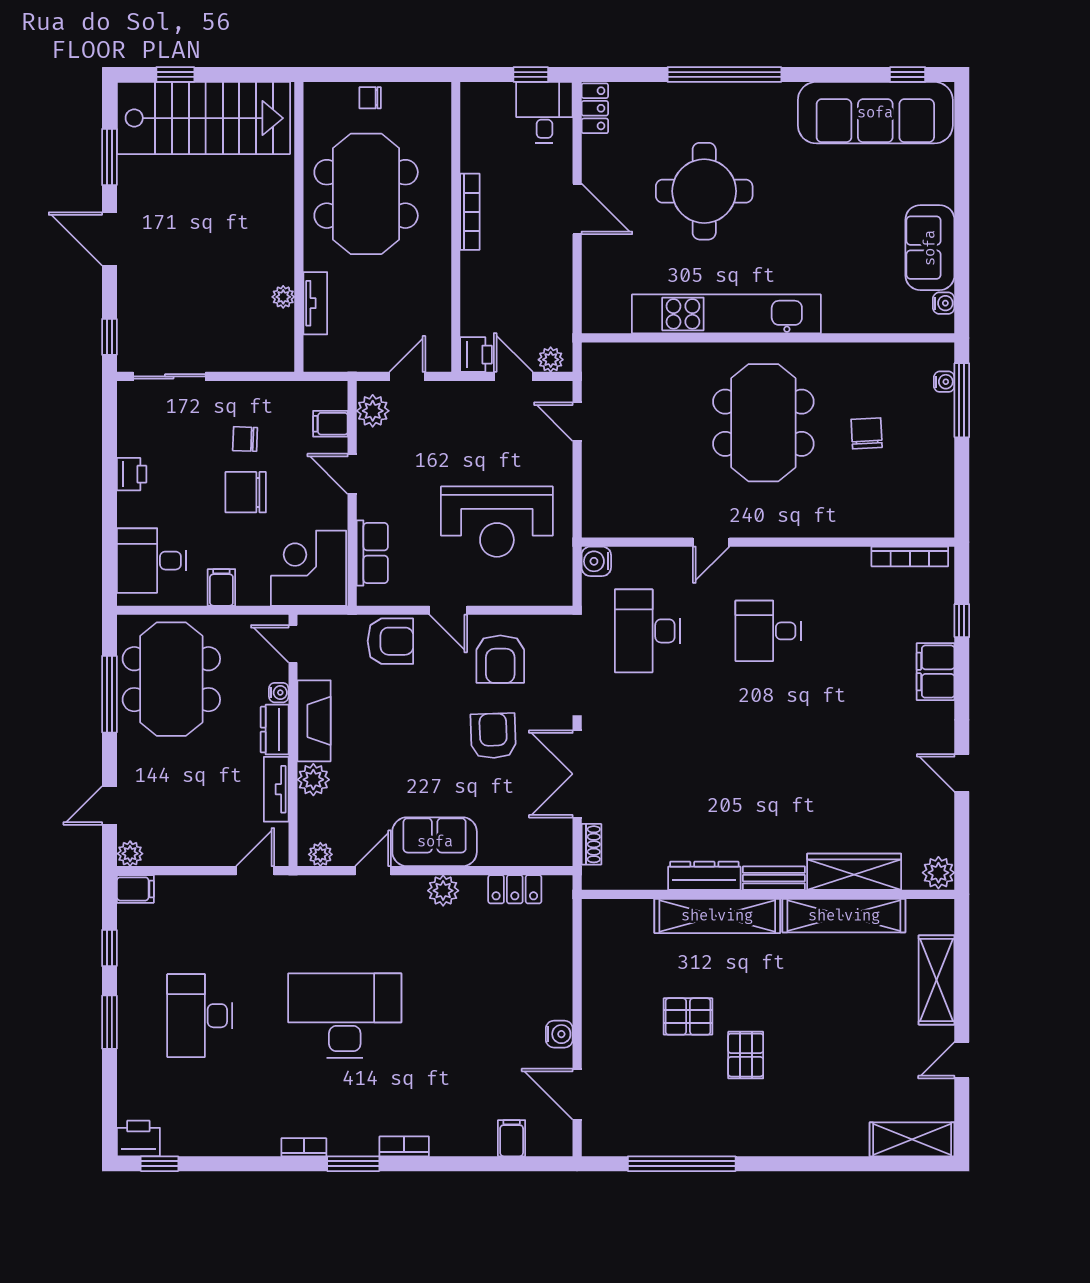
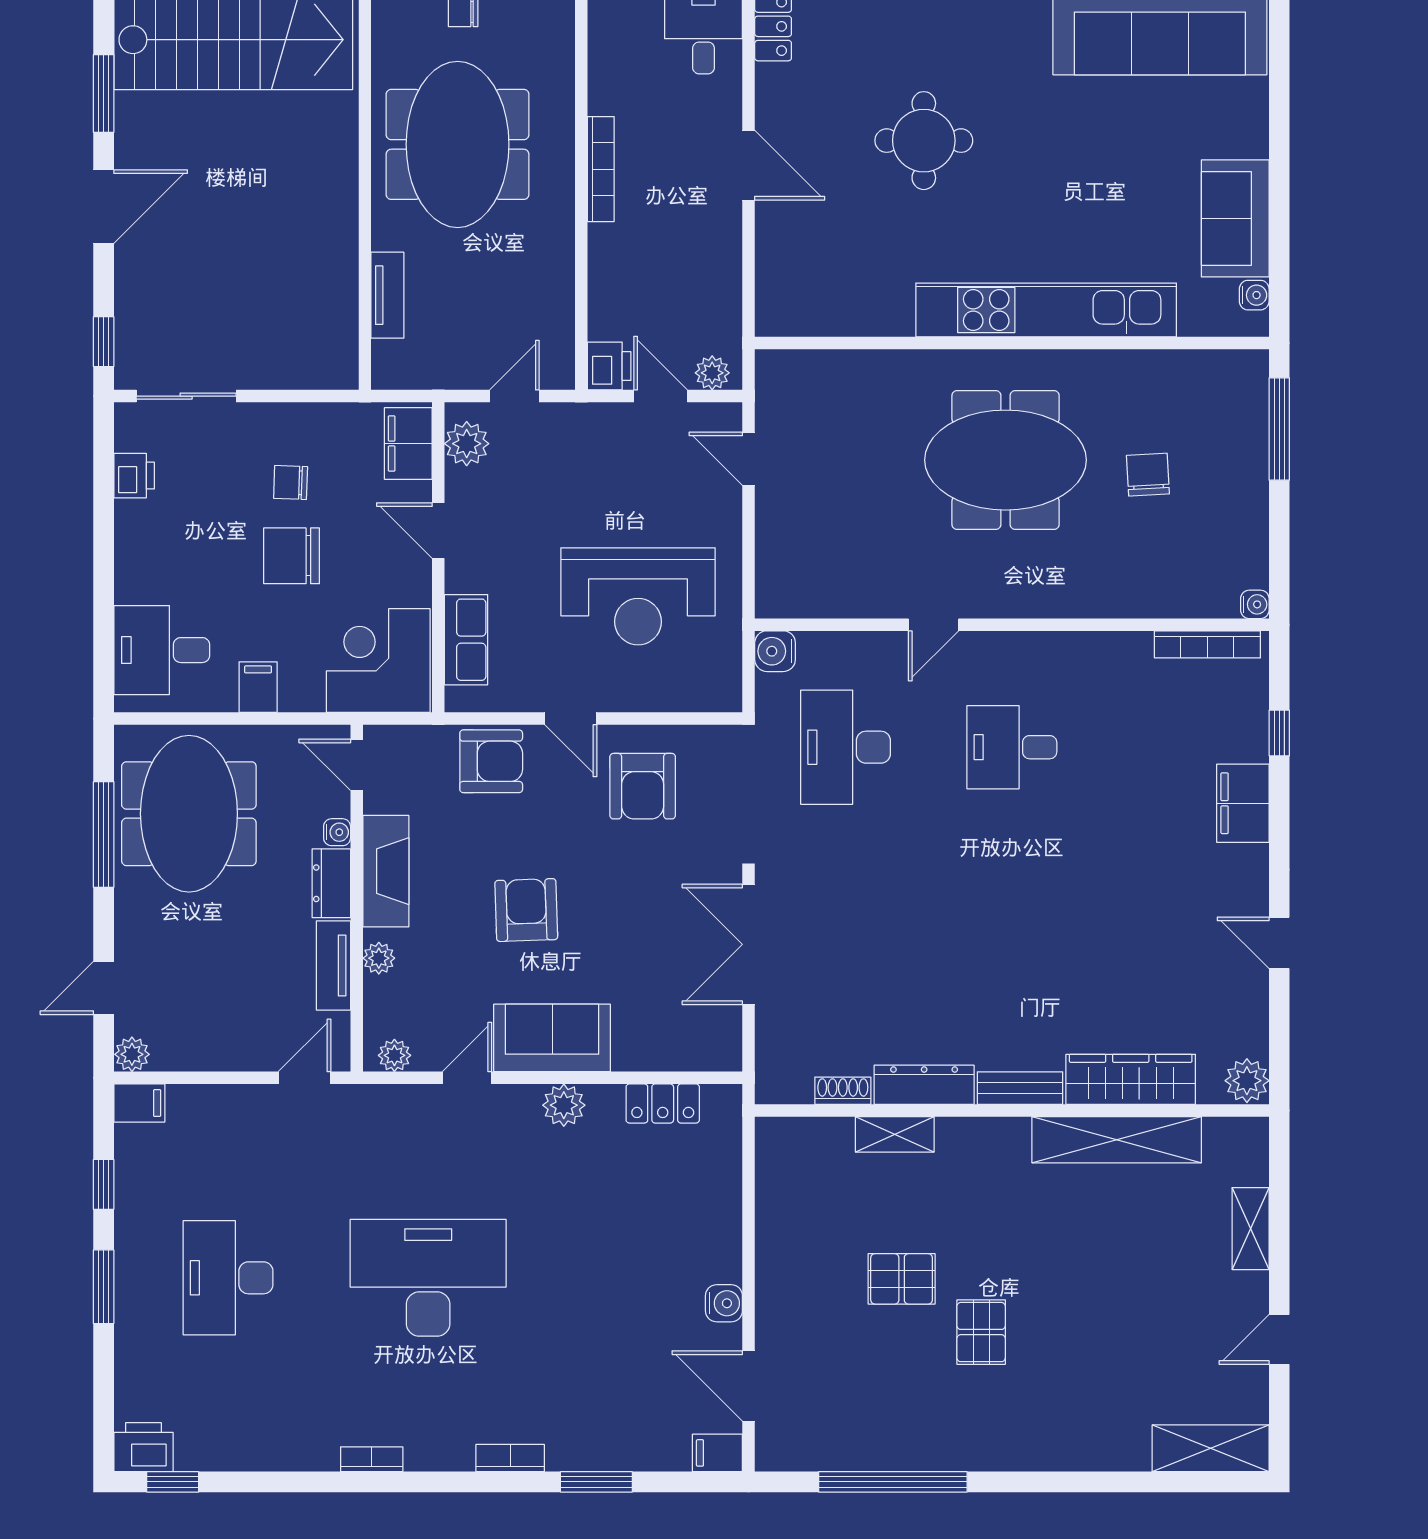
round table: (704, 191) -> (924, 141), width x0.73, depth x0.73
door: (109, 239) -> (104, 207), swing flipped
plant: (283, 297) -> (343, 286), removed
kitchen unit: (726, 314) -> (1046, 310), moved
water cooler: (944, 382) -> (1255, 604), moved
meeting table: (763, 423) -> (1006, 460), turned 90
filing cabinet: (330, 424) -> (408, 444), width x2.00
printer: (132, 474) -> (134, 476), moved
armchair: (493, 736) -> (526, 910), moved
plant: (313, 780) -> (379, 958), width x0.73, depth x0.73
shoe rack: (591, 844) -> (843, 1091), moved, turned -90
shelving: (717, 916) -> (895, 1134), width x0.45, depth x0.75
shelving: (937, 980) -> (1251, 1229), width x0.67, depth x0.75
filing cabinet: (512, 1138) -> (717, 1453), moved, turned -90
window: (353, 1164) -> (596, 1482), moved

